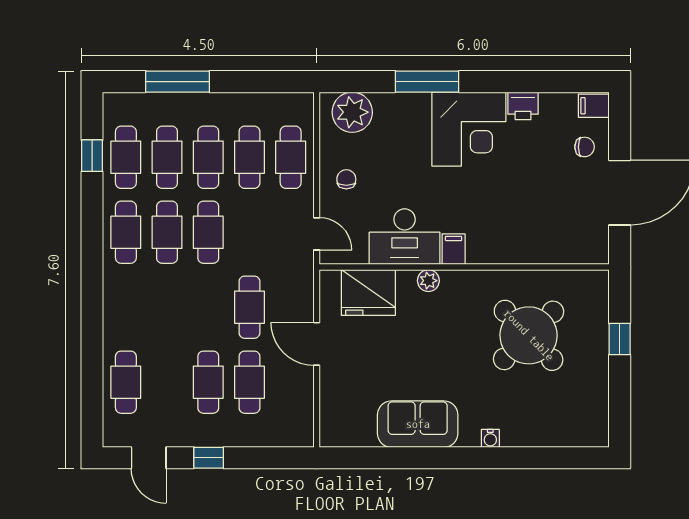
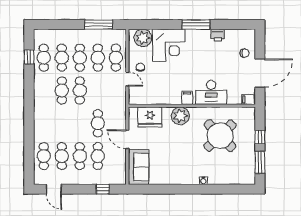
window: (177, 82) -> (99, 25), moved
window: (427, 82) -> (196, 25), moved
filing cabinet: (594, 106) -> (249, 99), moved
corner desk: (469, 129) -> (169, 45), moved
cafe table: (126, 232) -> (62, 156), moved
door: (317, 234) -> (127, 79), moved
desk: (405, 237) -> (211, 92), moved
plant: (428, 281) -> (180, 116), width x1.88, depth x1.88
window: (620, 396) -> (260, 162), added
sofa: (418, 424) -> (139, 167), moved, turned 90
window: (209, 458) -> (103, 189), moved

